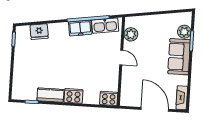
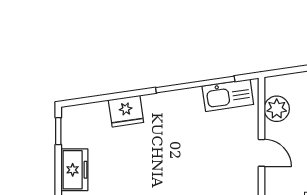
freezer: (80, 28) -> (74, 170), moved, turned -82
fridge: (39, 32) -> (126, 111), moved

